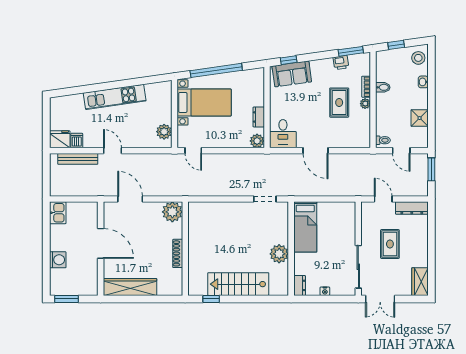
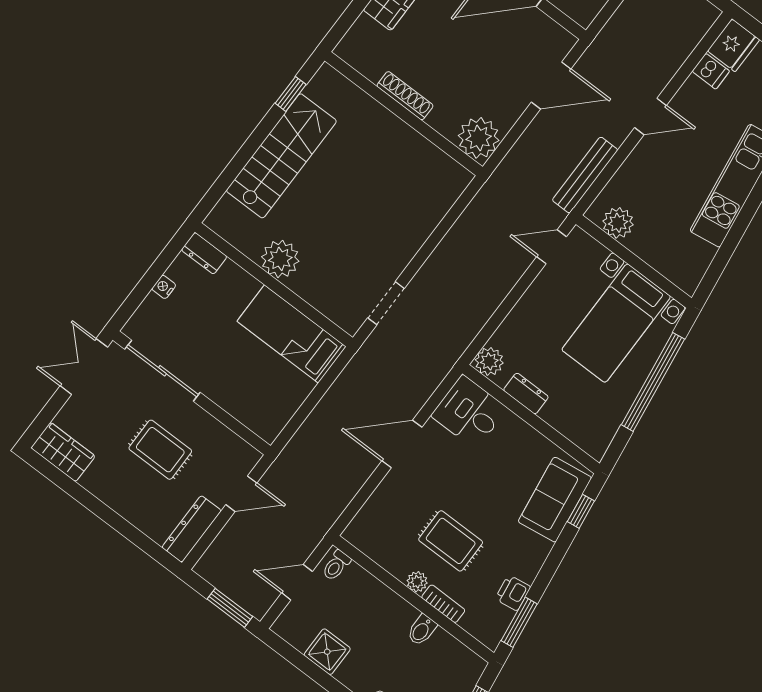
bench: (78, 159) -> (585, 175), moved

